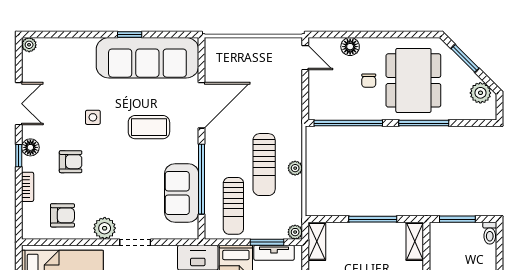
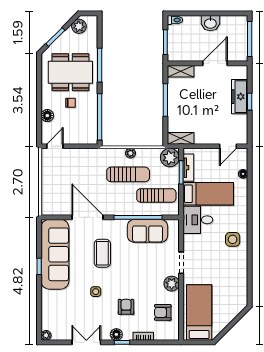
armchair: (62, 215) -> (163, 312), turned -90
plant: (295, 232) -> (170, 158), width x1.88, depth x1.88

